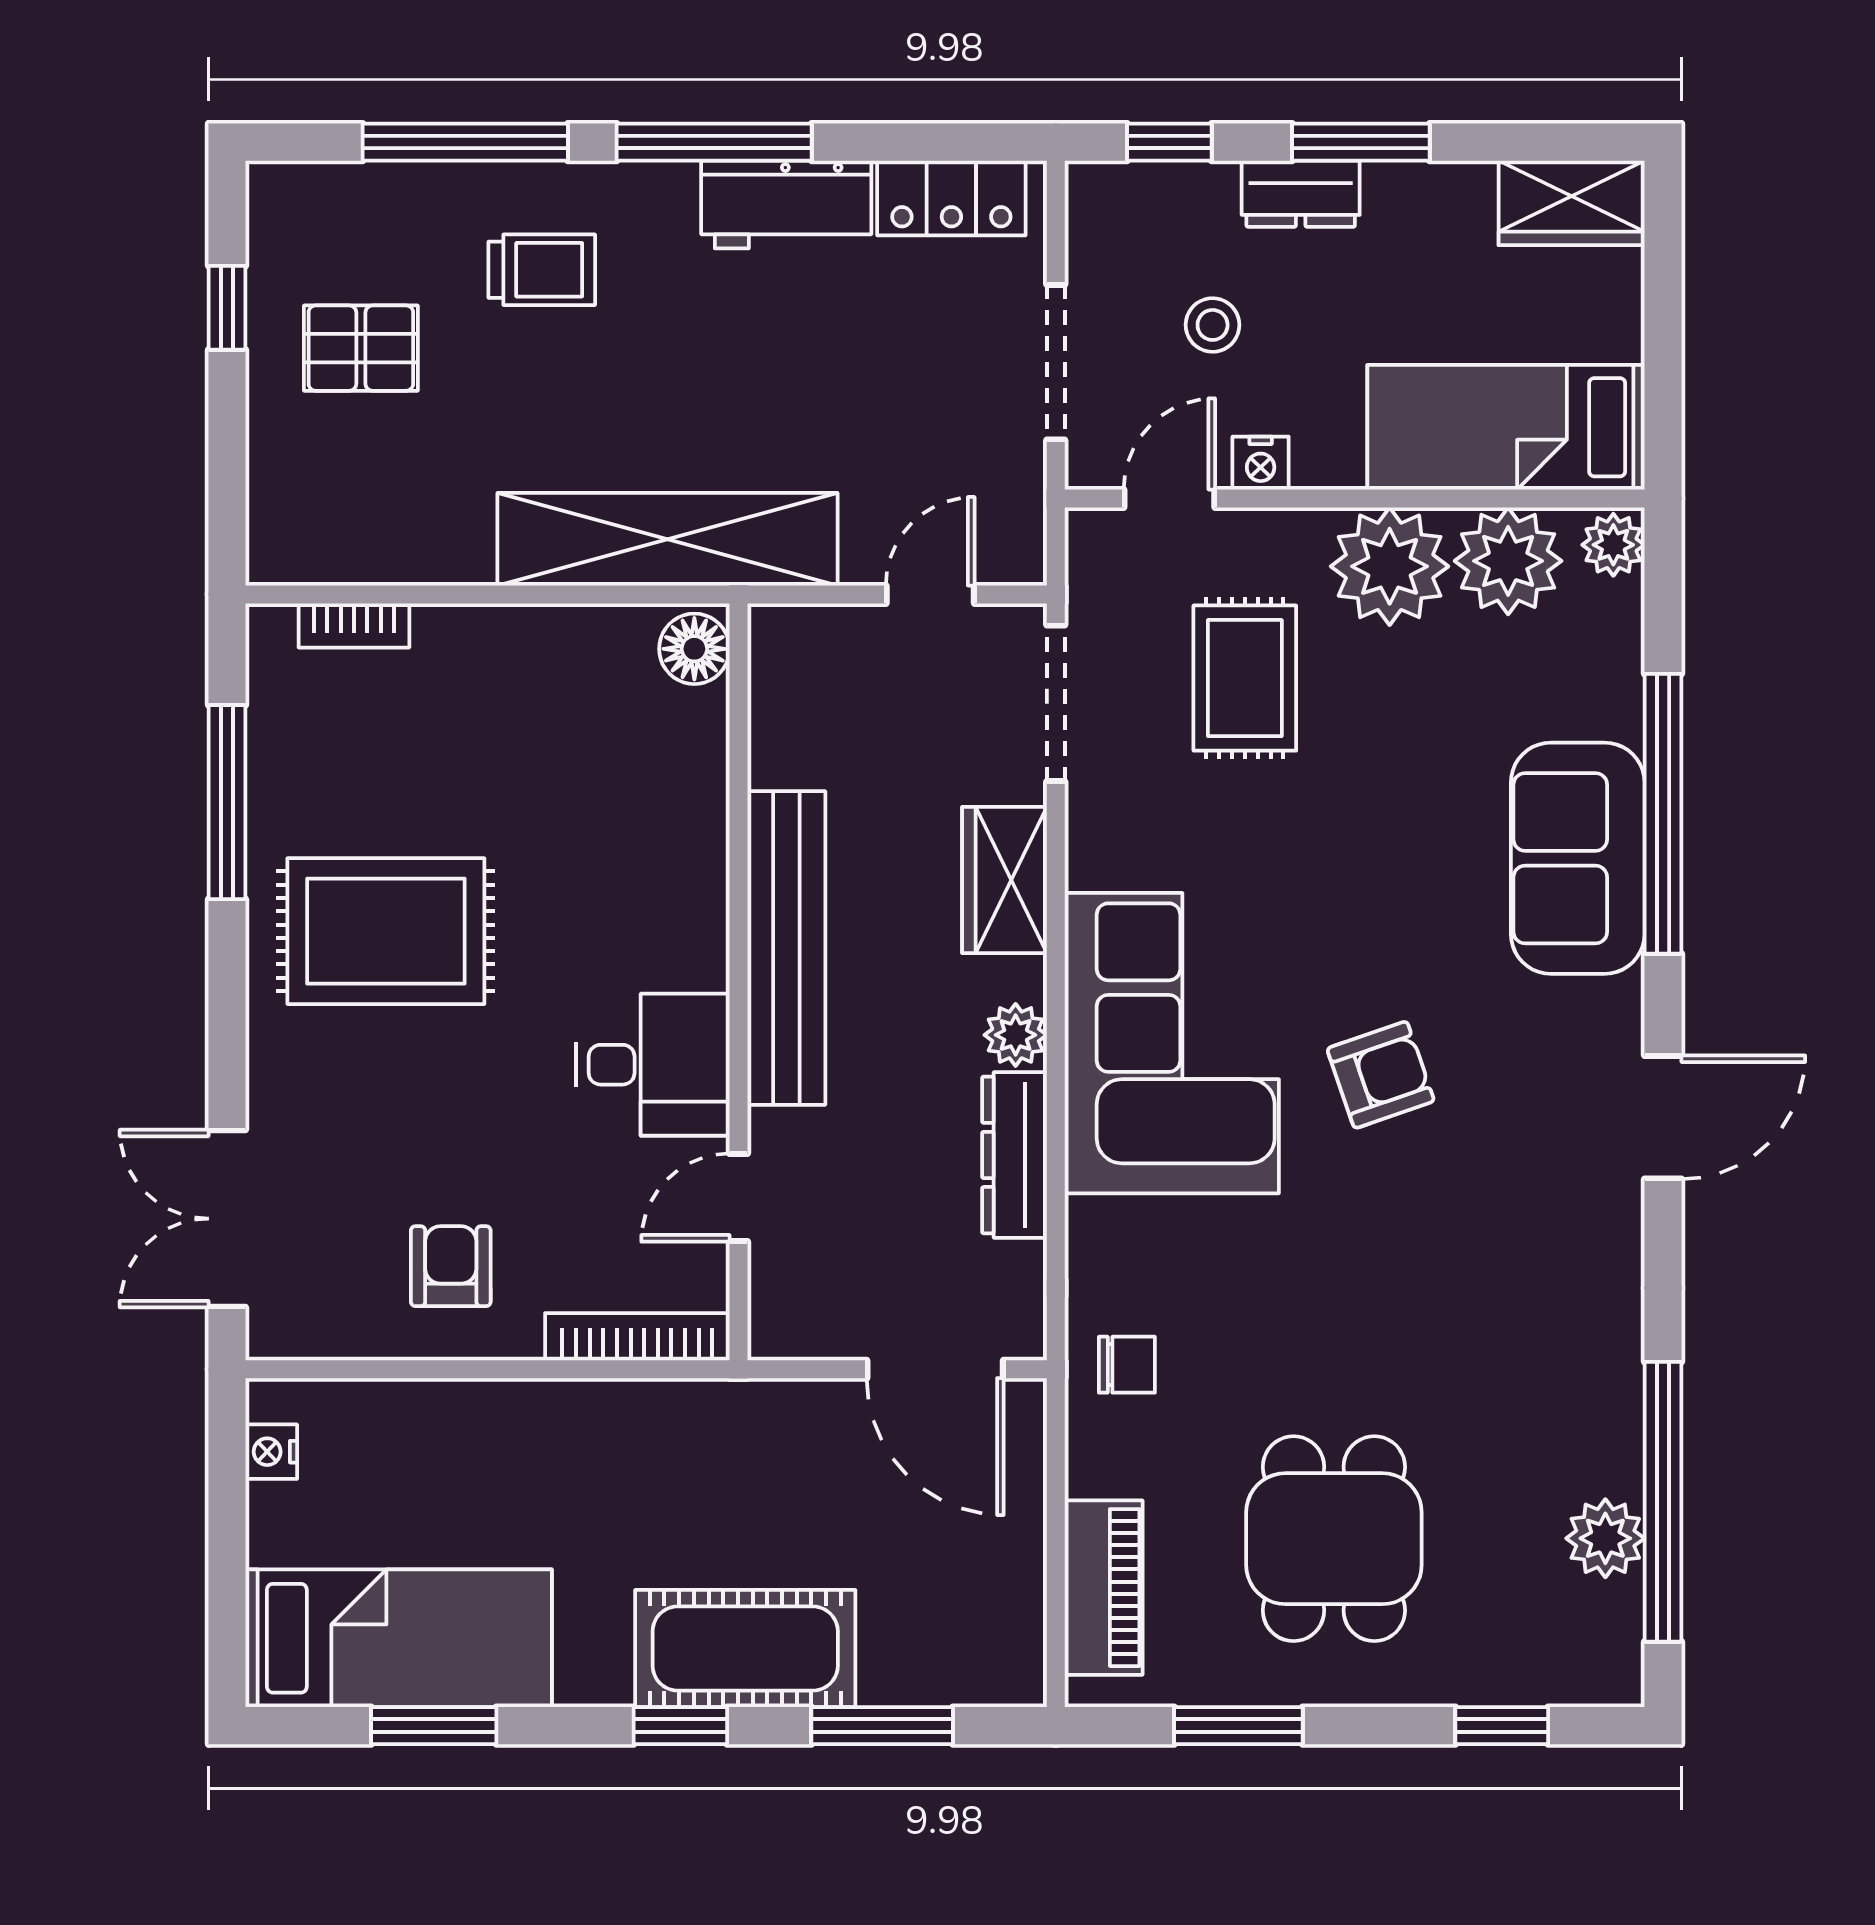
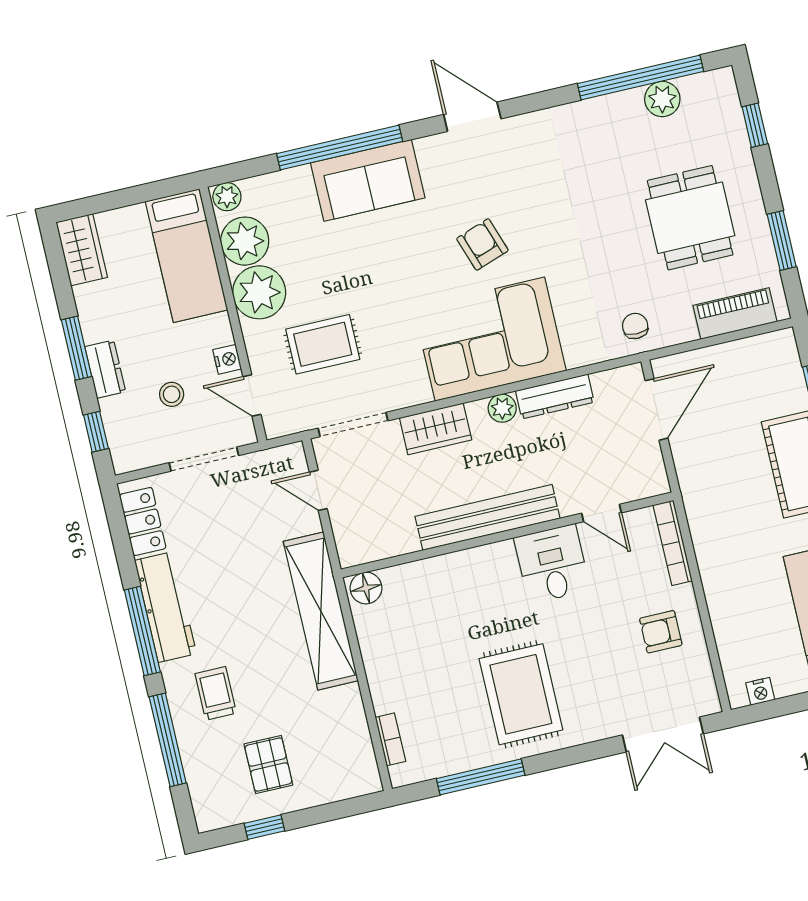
workbench: (786, 204) -> (166, 607), width x1.37
dining table: (1334, 1539) -> (690, 218), turned 90

